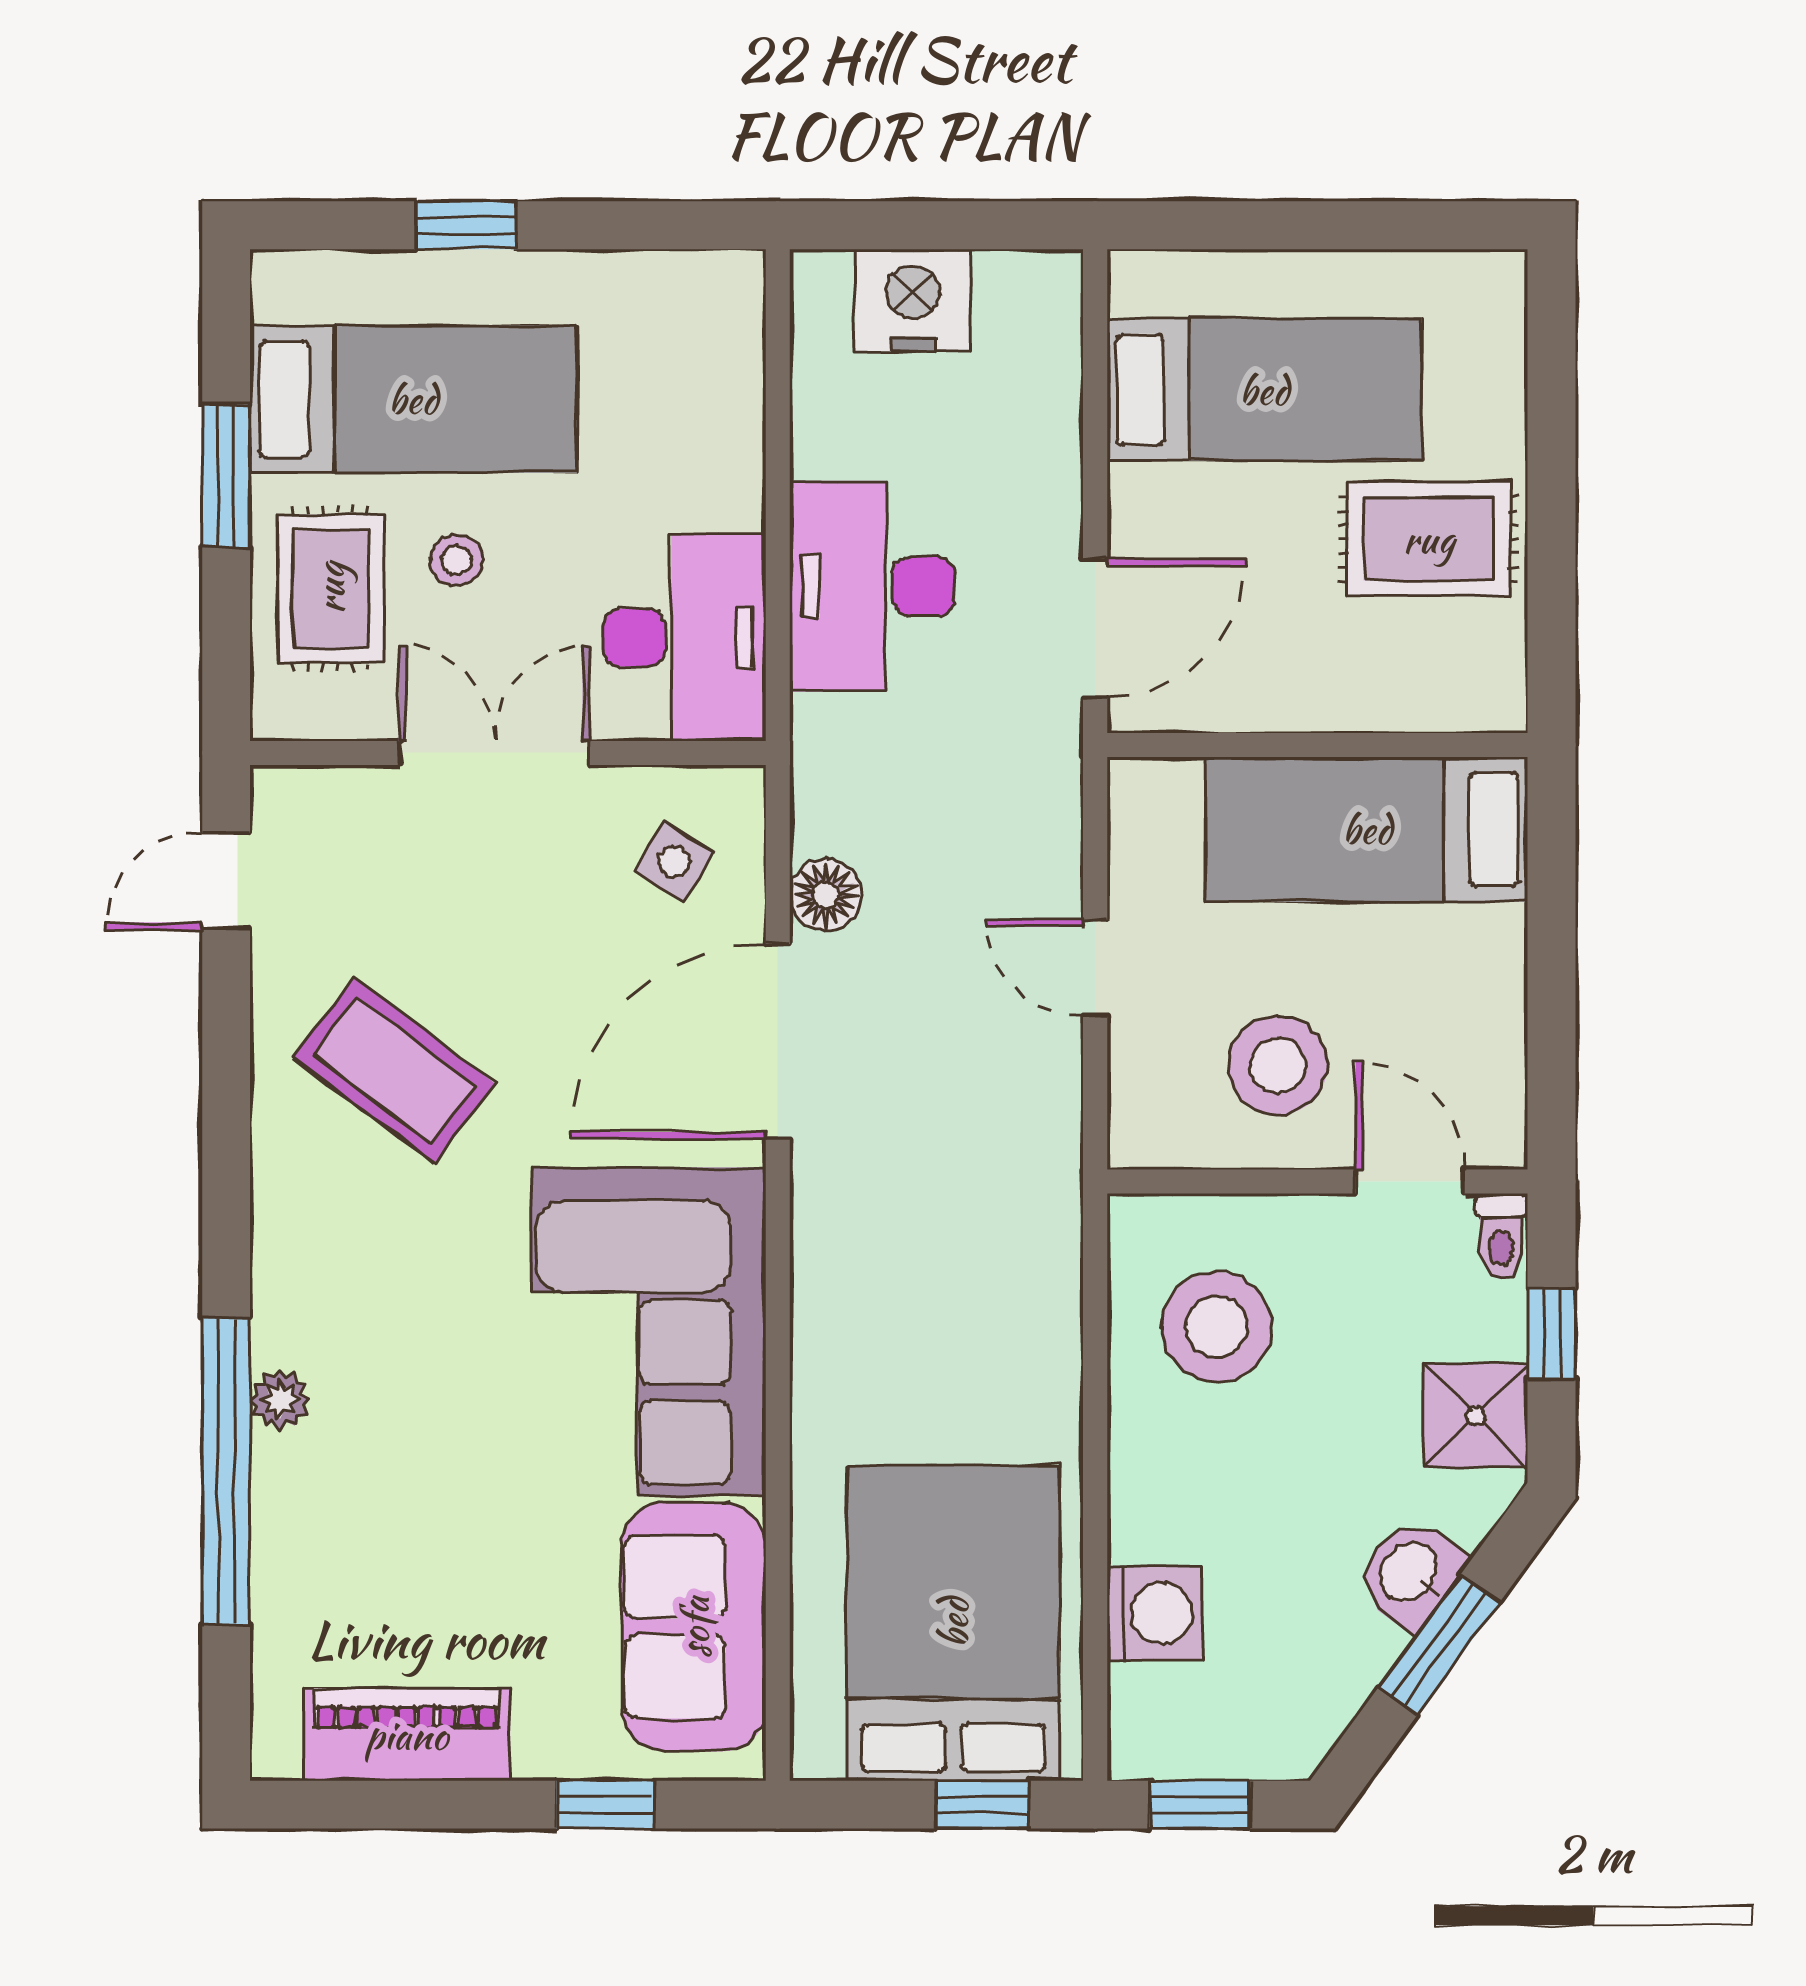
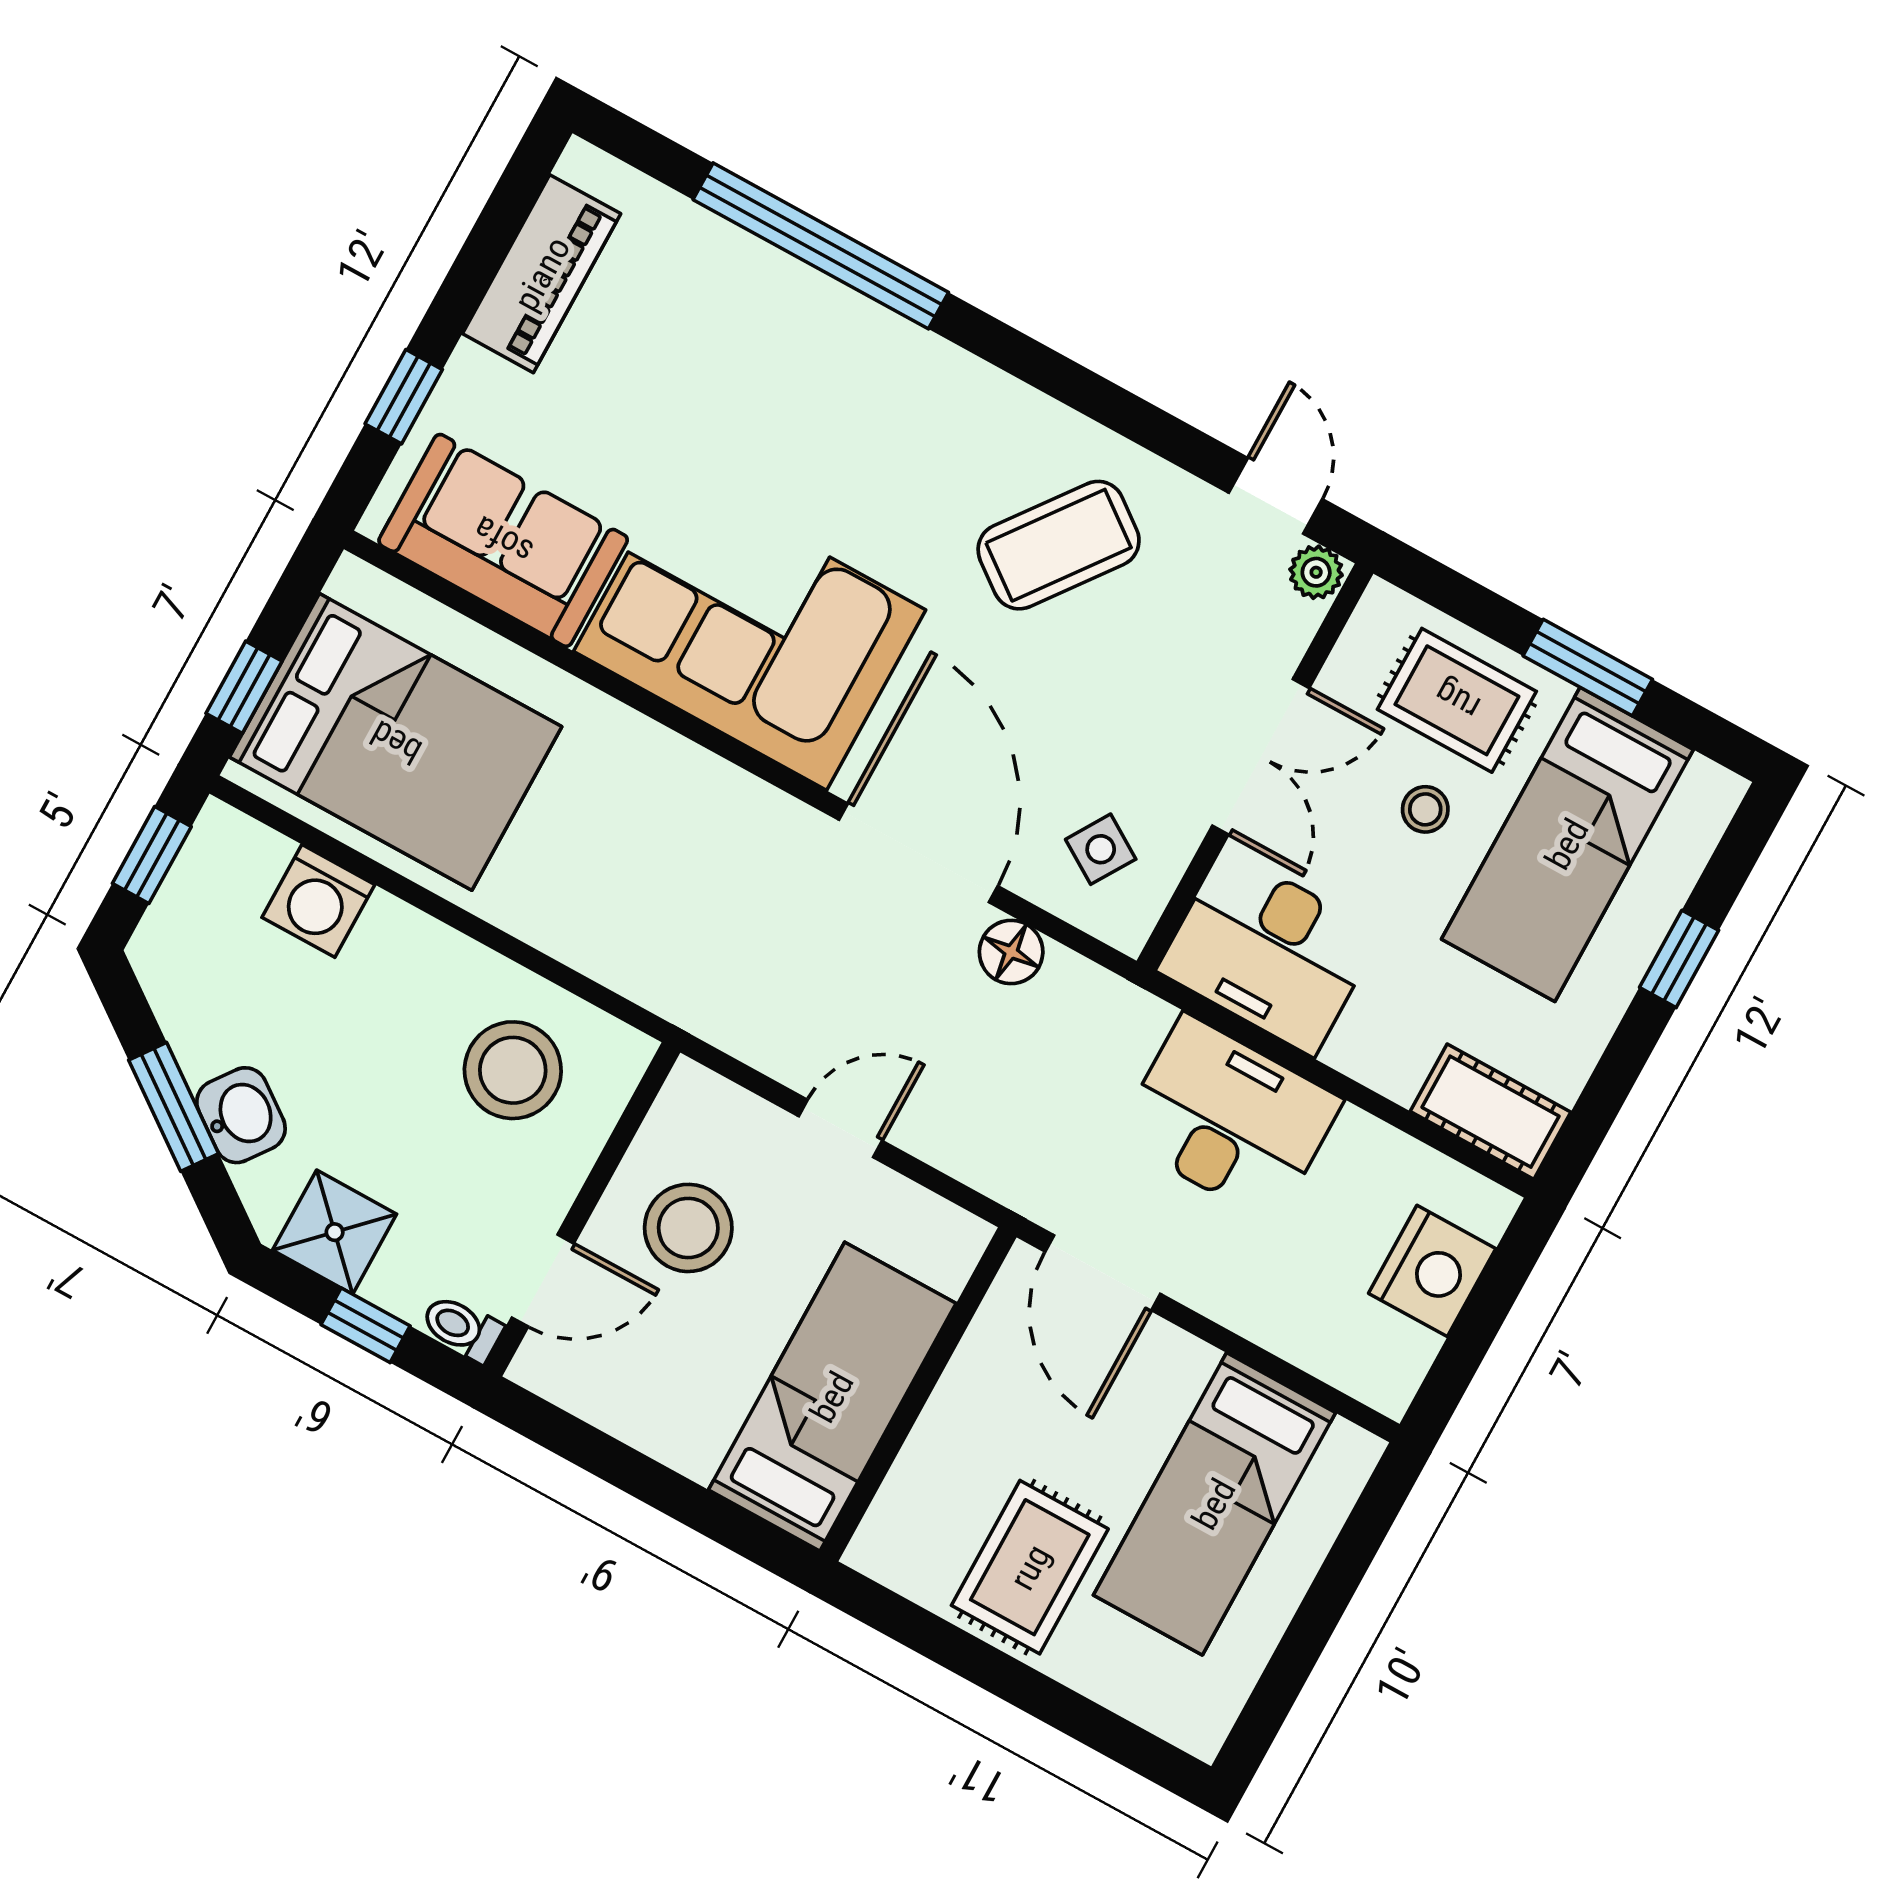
cot: (722, 329) -> (1491, 1112), added
plant: (280, 1400) -> (1316, 572), moved

